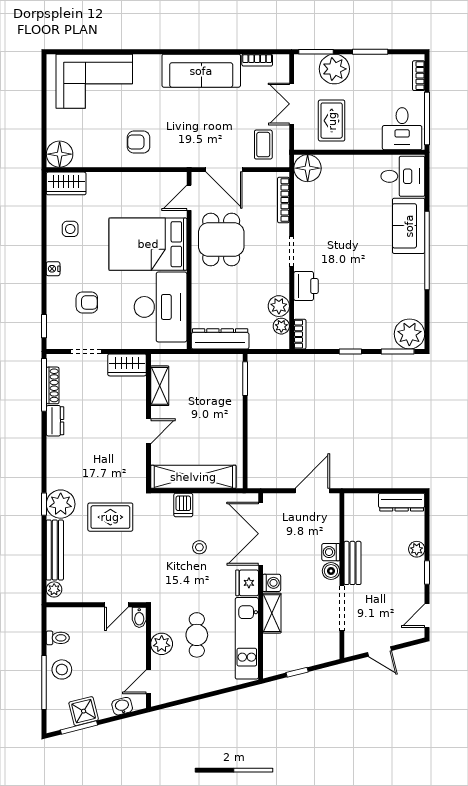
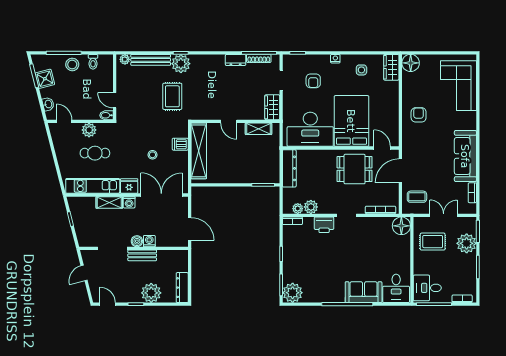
plant: (417, 549) -> (151, 293), width x1.87, depth x1.87

